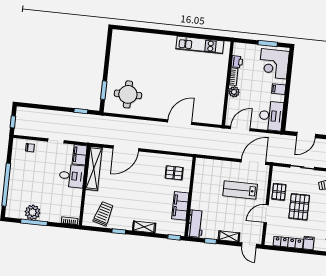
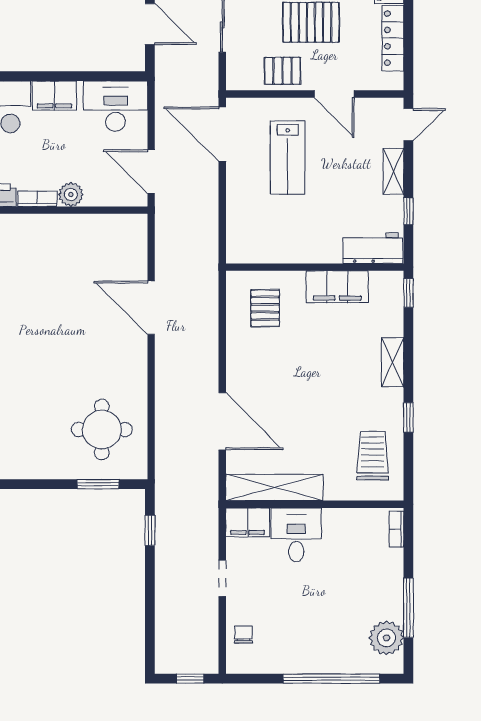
filing cabinet: (279, 89) -> (54, 96), width x2.00
plant: (32, 212) -> (386, 638), moved
trolley: (103, 214) -> (373, 456), turned 74

